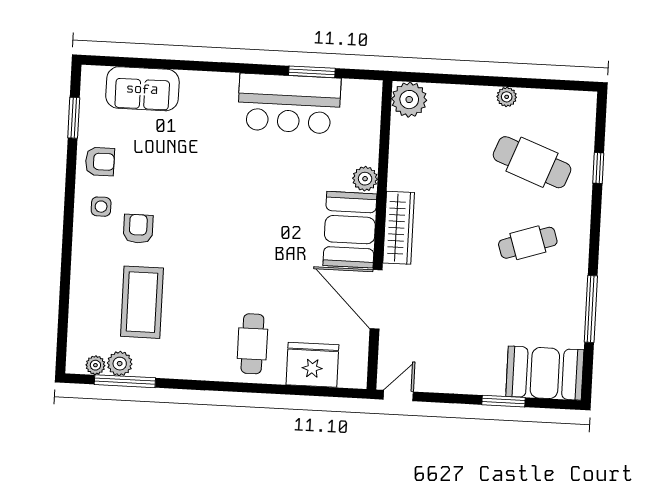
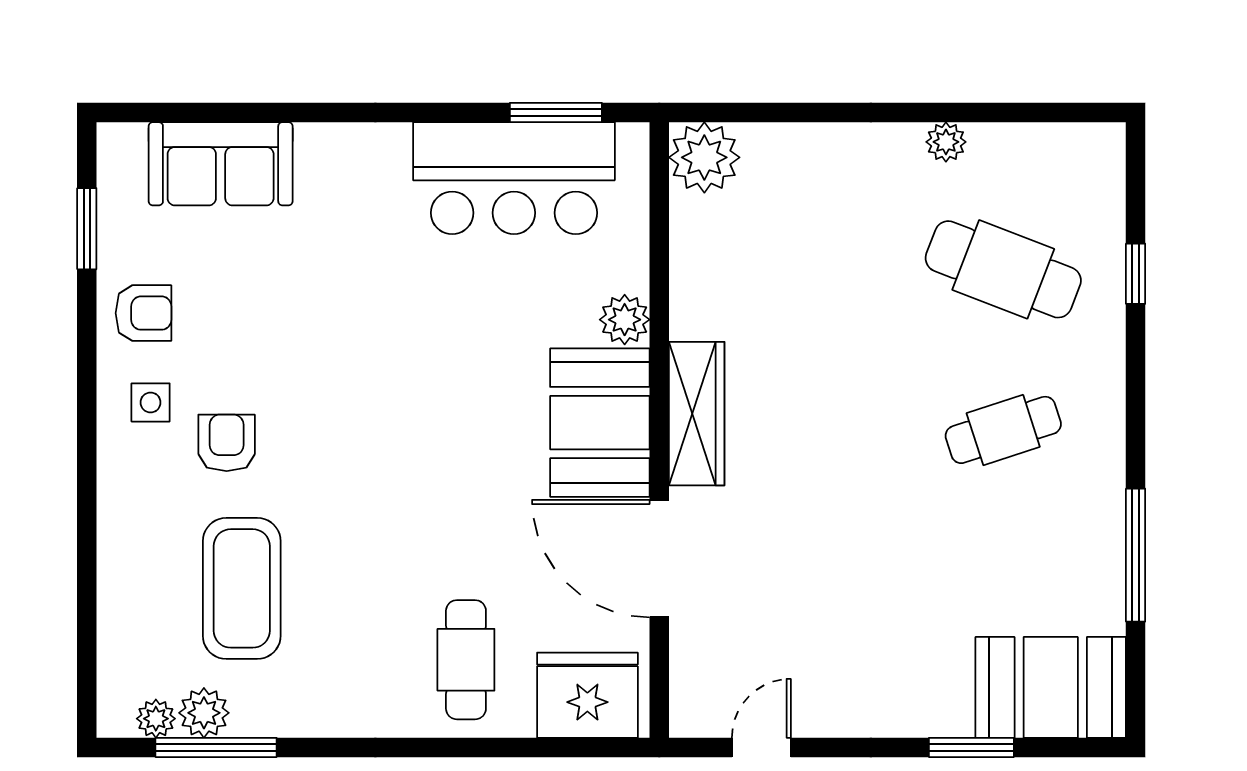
plant: (409, 100) -> (704, 157), moved
plant: (365, 179) -> (625, 320), moved
wardrobe: (399, 228) -> (697, 414), moved
booth: (350, 230) -> (600, 423), moved
wall: (379, 235) -> (659, 430), moved
door: (376, 299) -> (659, 559), moved

